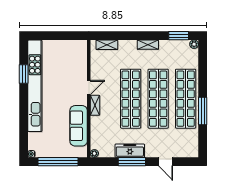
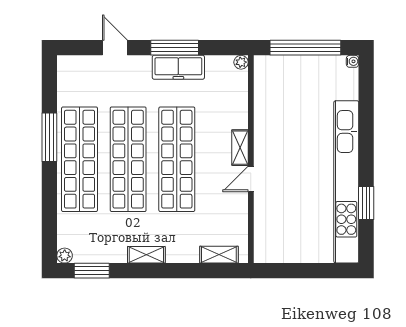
sofa: (79, 126) -> (269, 111), removed

